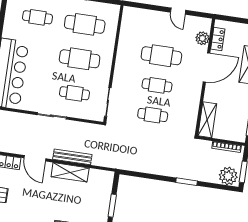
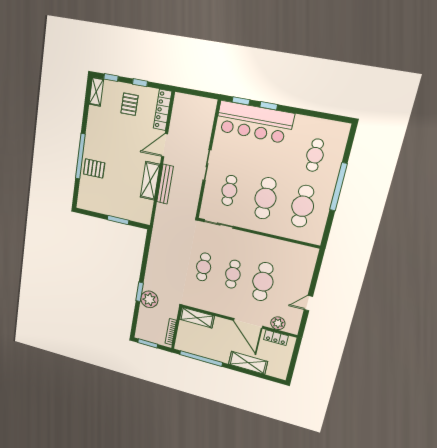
plant: (228, 176) -> (149, 299), moved

